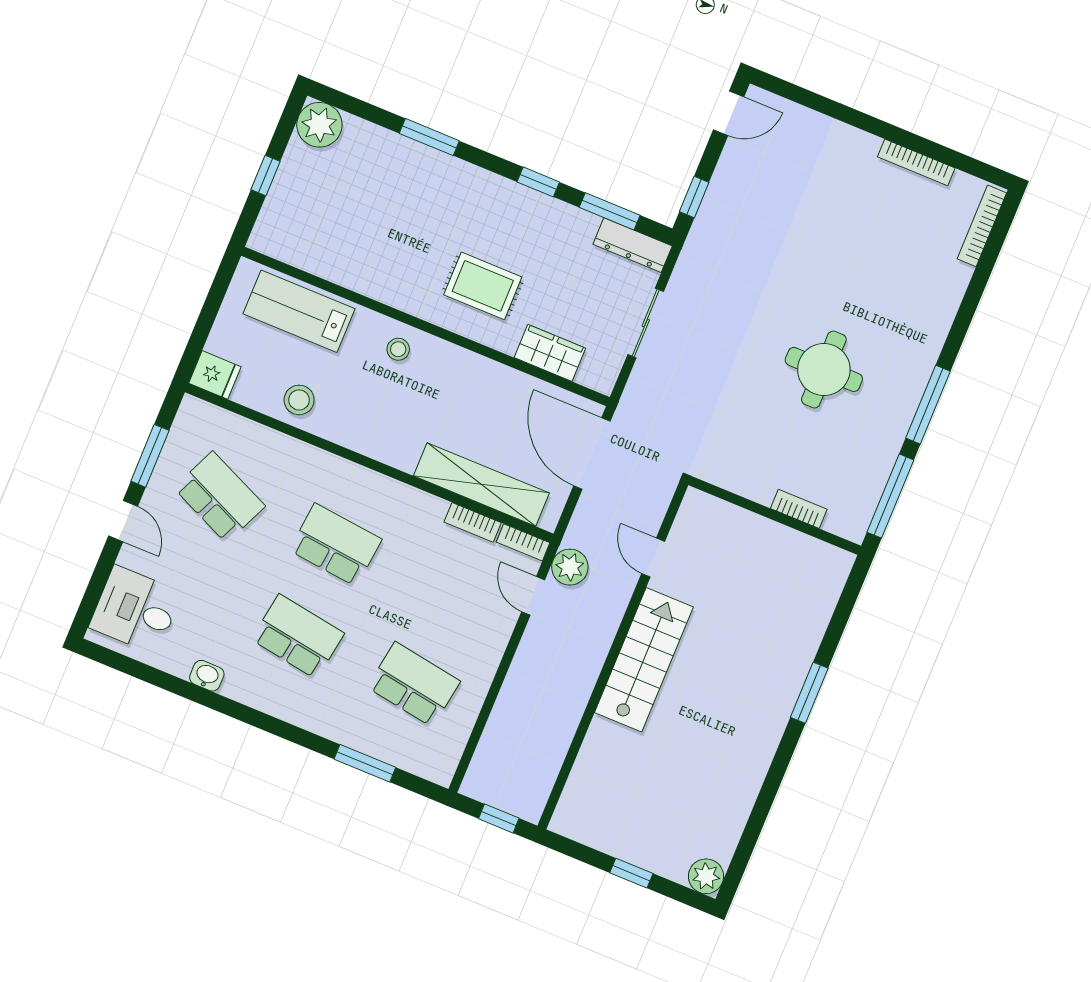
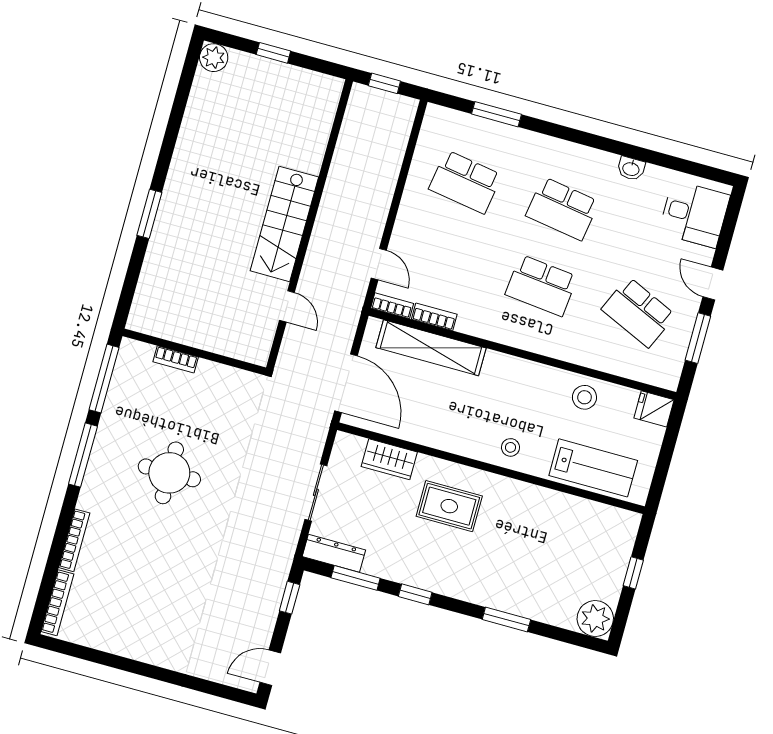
bookcase: (916, 162) -> (74, 540), moved, turned 90
plant: (570, 567) -> (352, 291), removed

